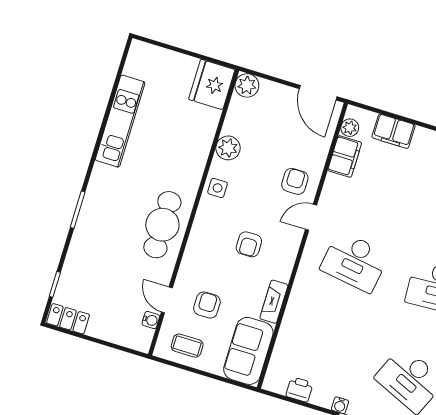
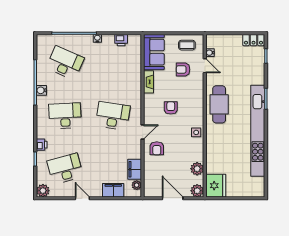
door: (318, 93) -> (173, 198), moved
kitchen unit: (120, 121) -> (258, 131), width x1.86
plant: (228, 148) -> (197, 169), moved
armchair: (207, 305) -> (183, 69), turned 90

